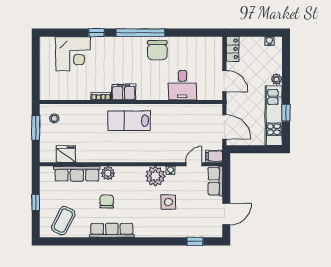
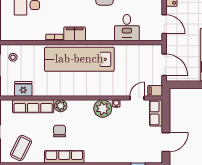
lab bench: (129, 121) -> (79, 59), width x1.86, depth x1.39
side table: (168, 202) -> (114, 132), removed

